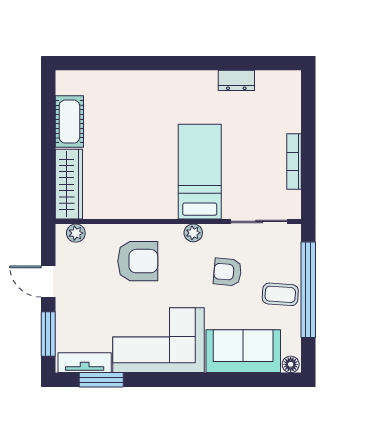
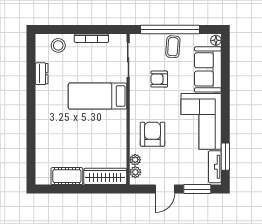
stool: (282, 107) -> (58, 45), added
plant: (193, 233) -> (135, 160), moved
armchair: (227, 272) -> (159, 79), turned 85

